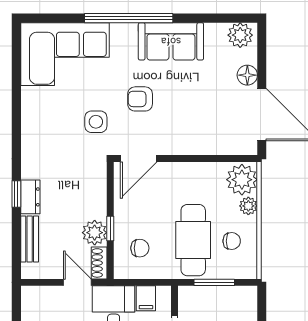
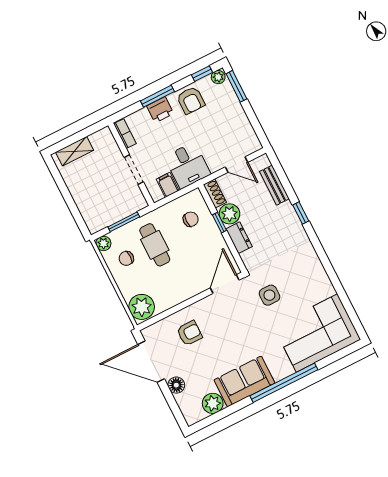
plant: (240, 35) -> (213, 403), moved
armchair: (140, 99) -> (189, 333), moved
dresser: (30, 197) -> (239, 238), moved, turned 180
plant: (248, 206) -> (103, 243), moved
cafe table: (193, 240) -> (155, 245), width x0.73, depth x0.74
chair: (140, 248) -> (191, 219), turned 180
door: (77, 282) -> (236, 165), moved

